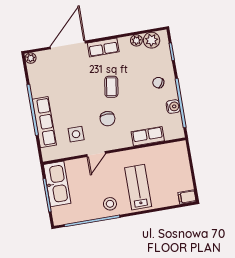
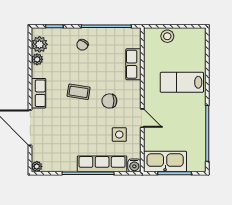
water cooler: (173, 107) -> (134, 165), moved, turned 180
chair: (107, 119) -> (109, 101), turned 180
filing cabinet: (187, 197) -> (200, 36), removed
stool: (110, 204) -> (167, 36), moved

